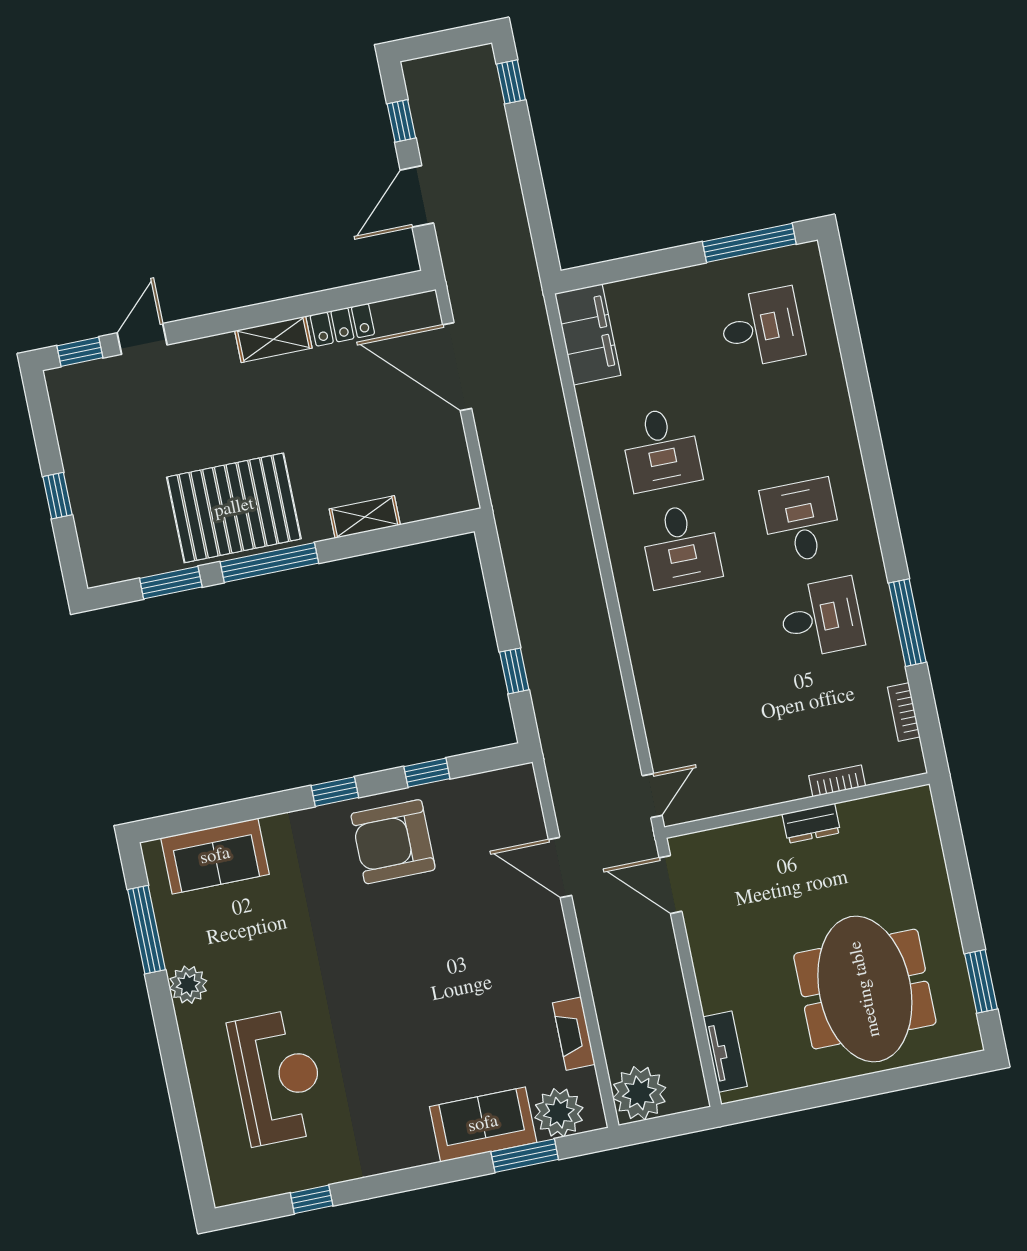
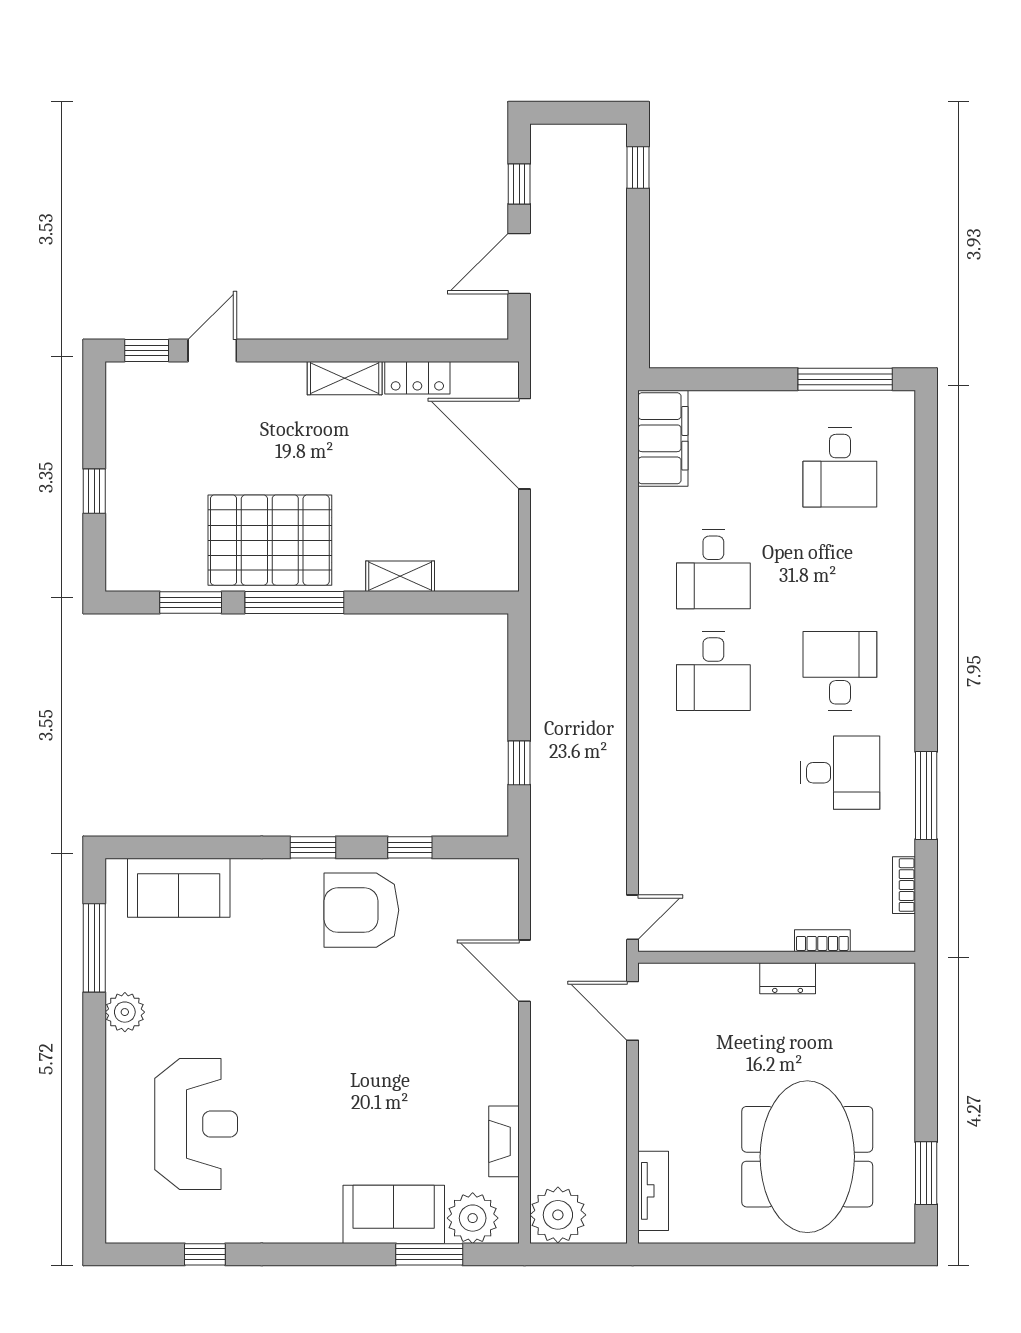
desk: (762, 328) -> (840, 467), turned 90

